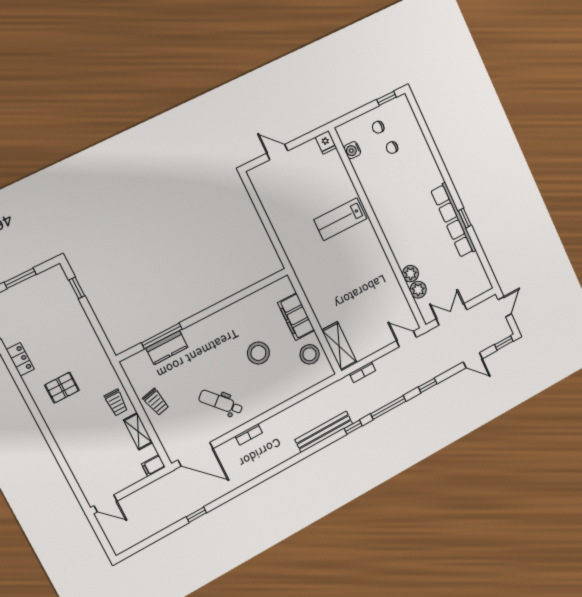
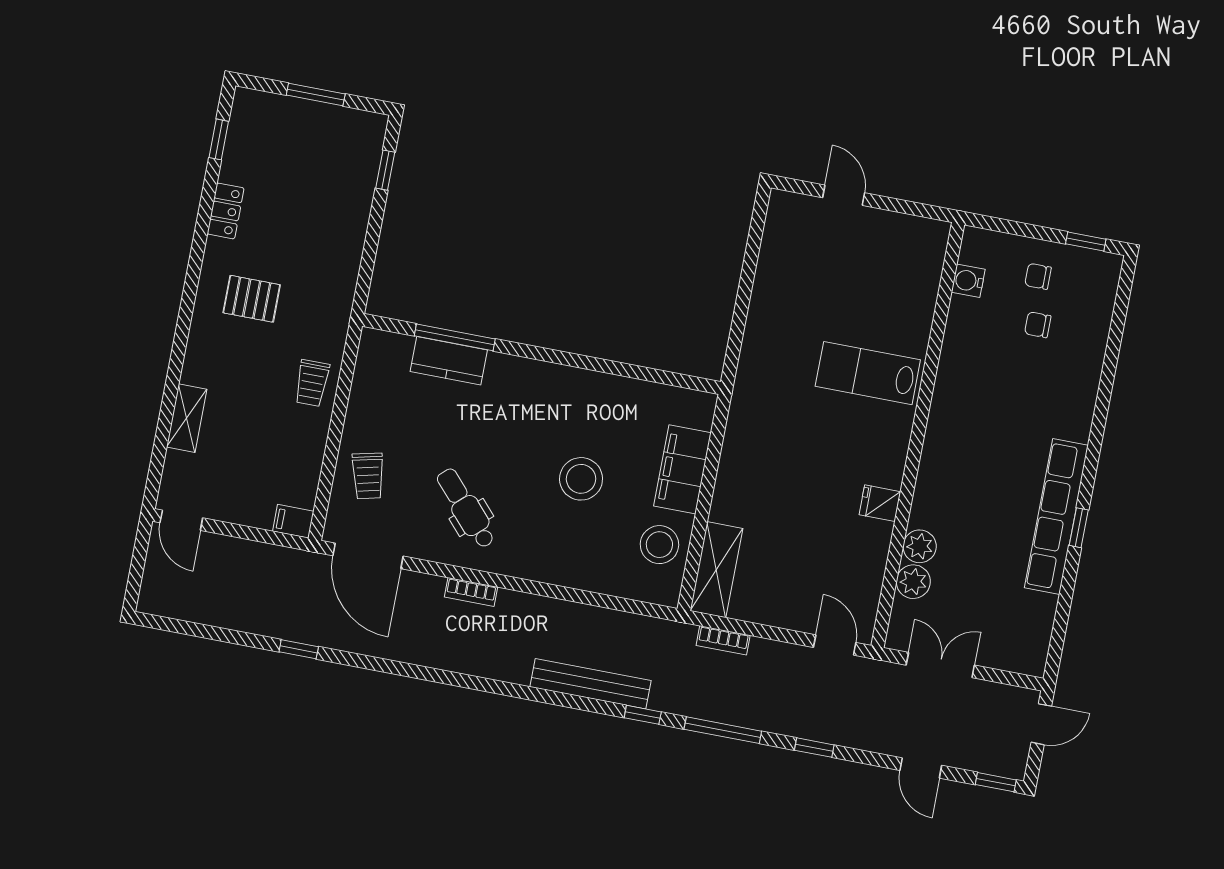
fridge: (326, 142) -> (880, 503), moved, turned 90
trolley: (156, 402) -> (368, 476), moved
shelving: (138, 431) -> (187, 418), moved

